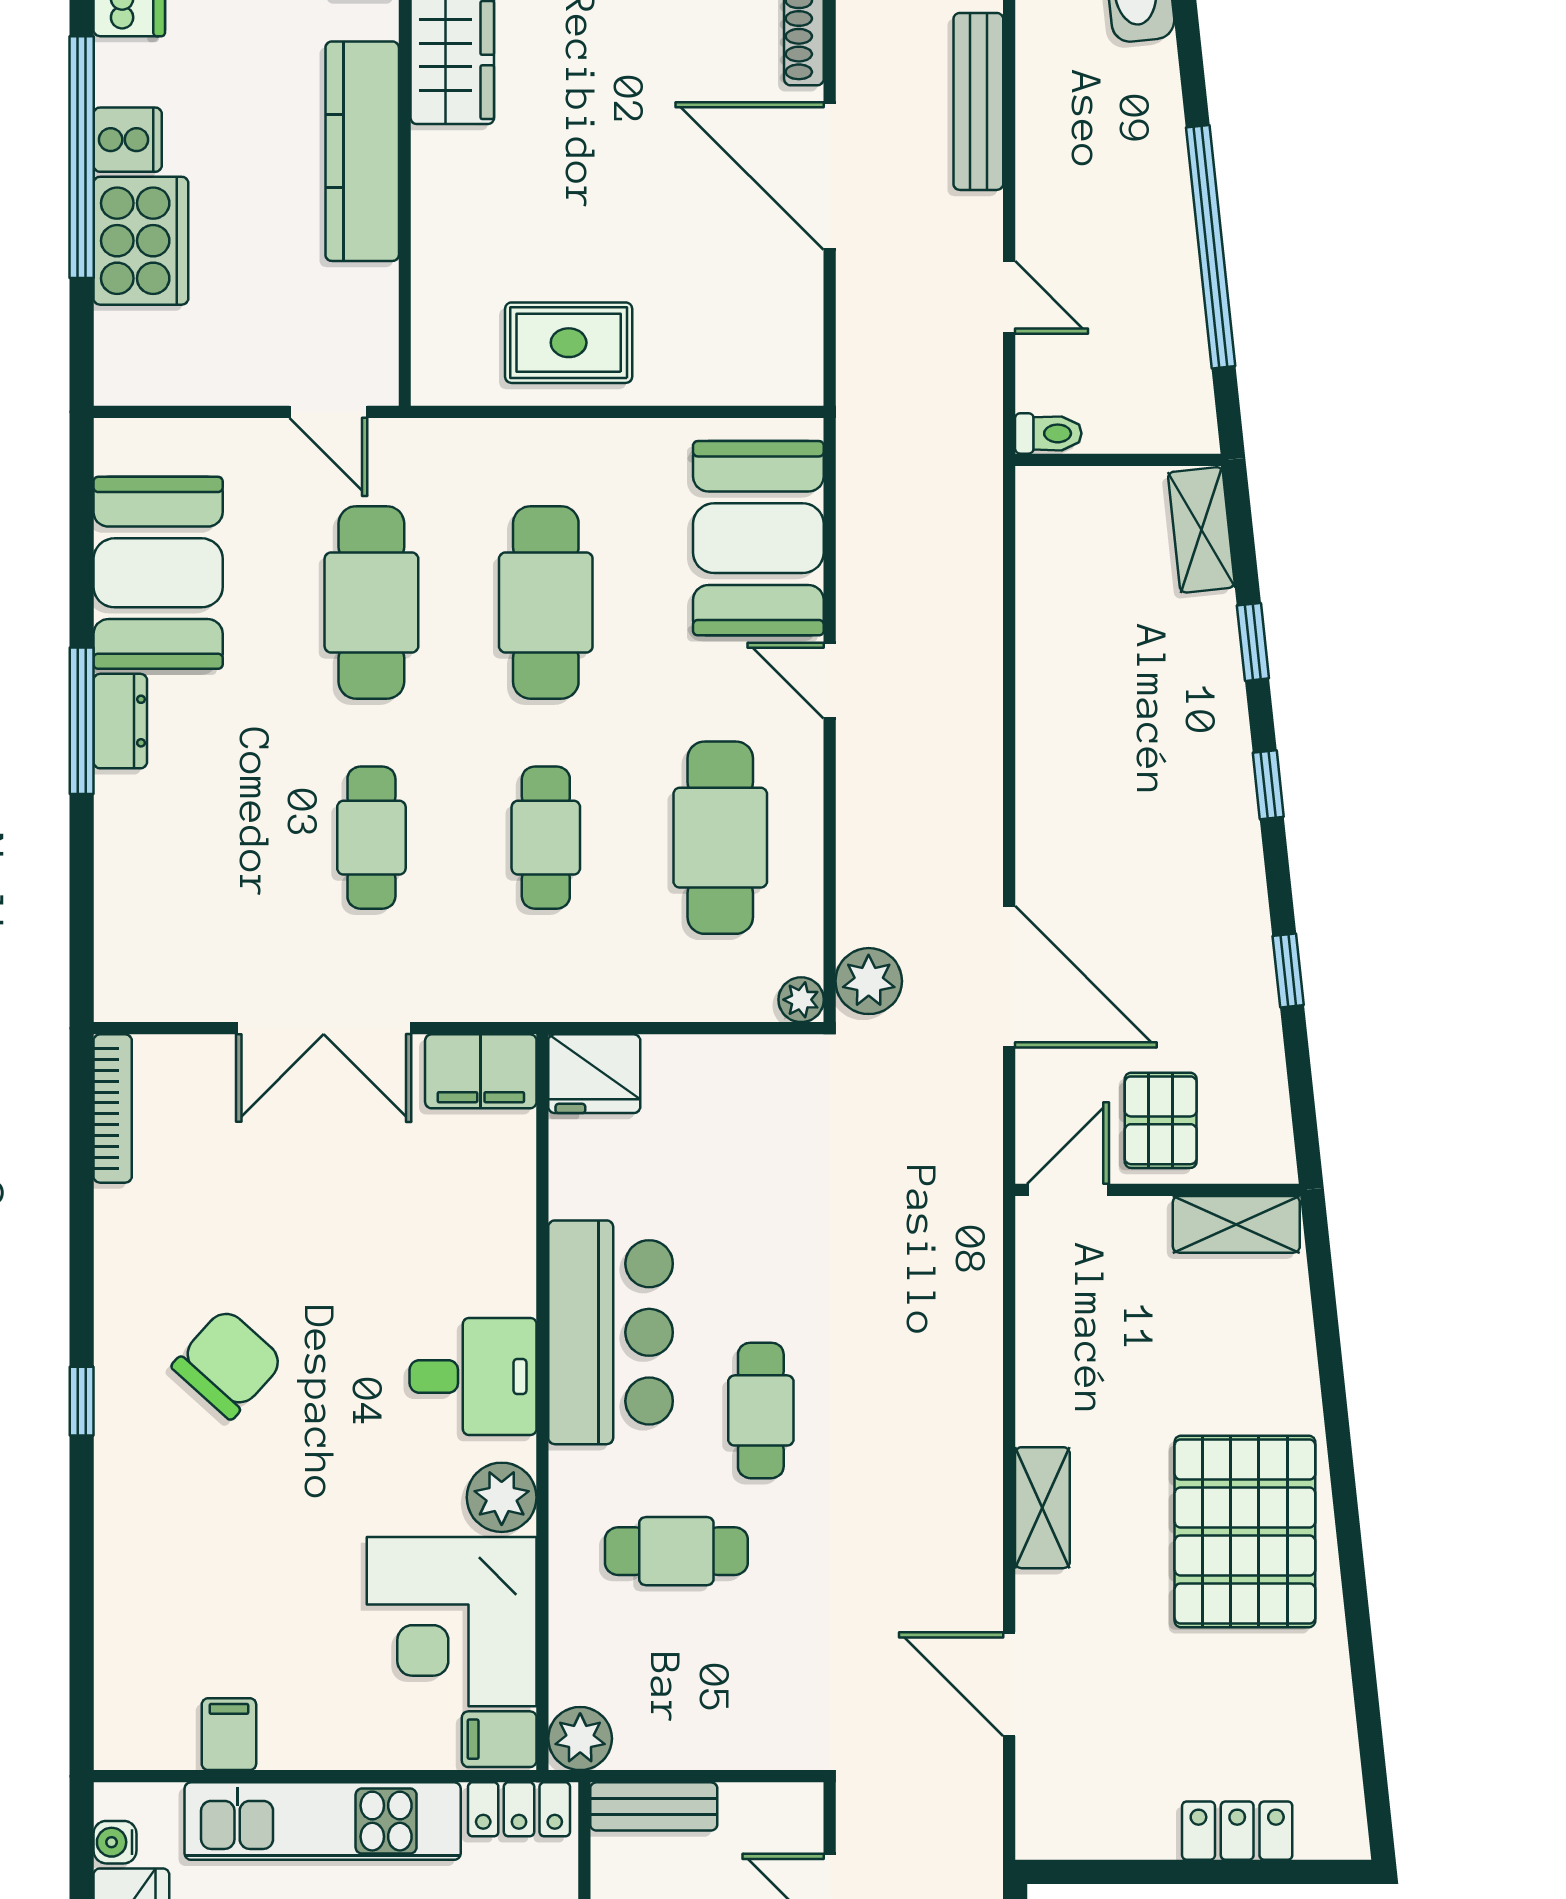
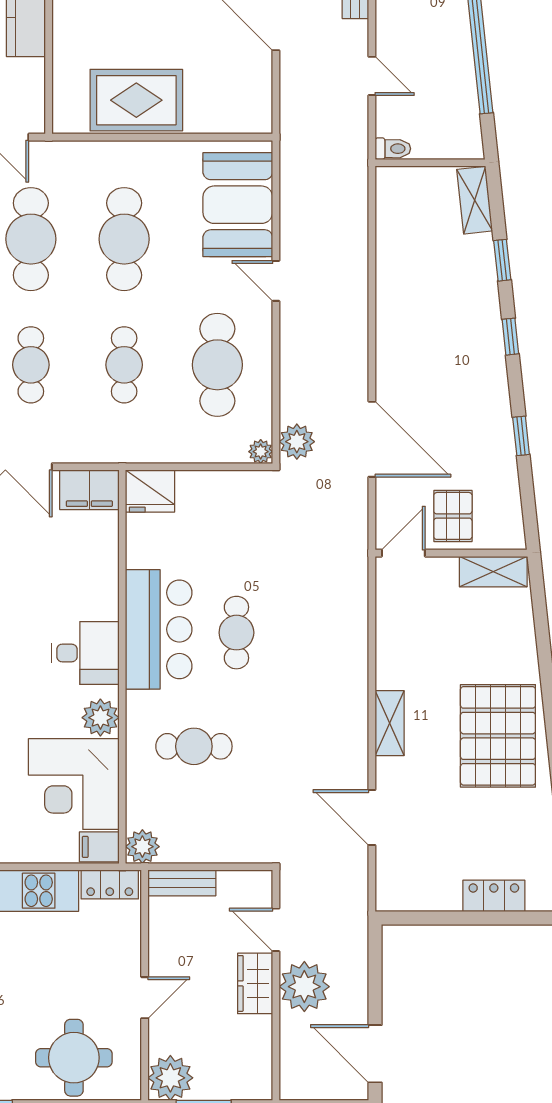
rug: (569, 343) -> (136, 100), width x1.36, depth x1.43
cafe table: (761, 1410) -> (236, 633), moved

